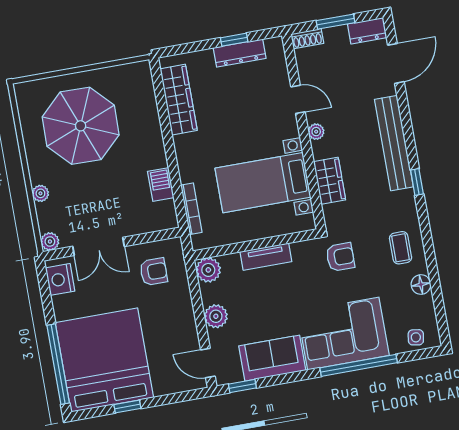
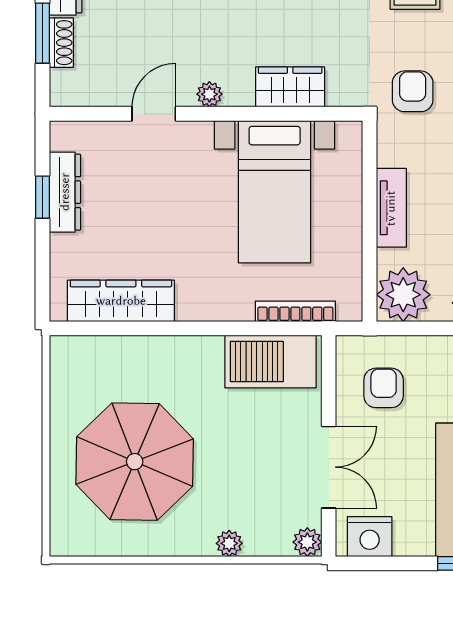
shoe rack: (307, 39) -> (61, 43), moved
barbecue: (161, 185) -> (270, 362), width x1.88, depth x1.53
plant: (208, 270) -> (403, 295), width x1.36, depth x1.36

